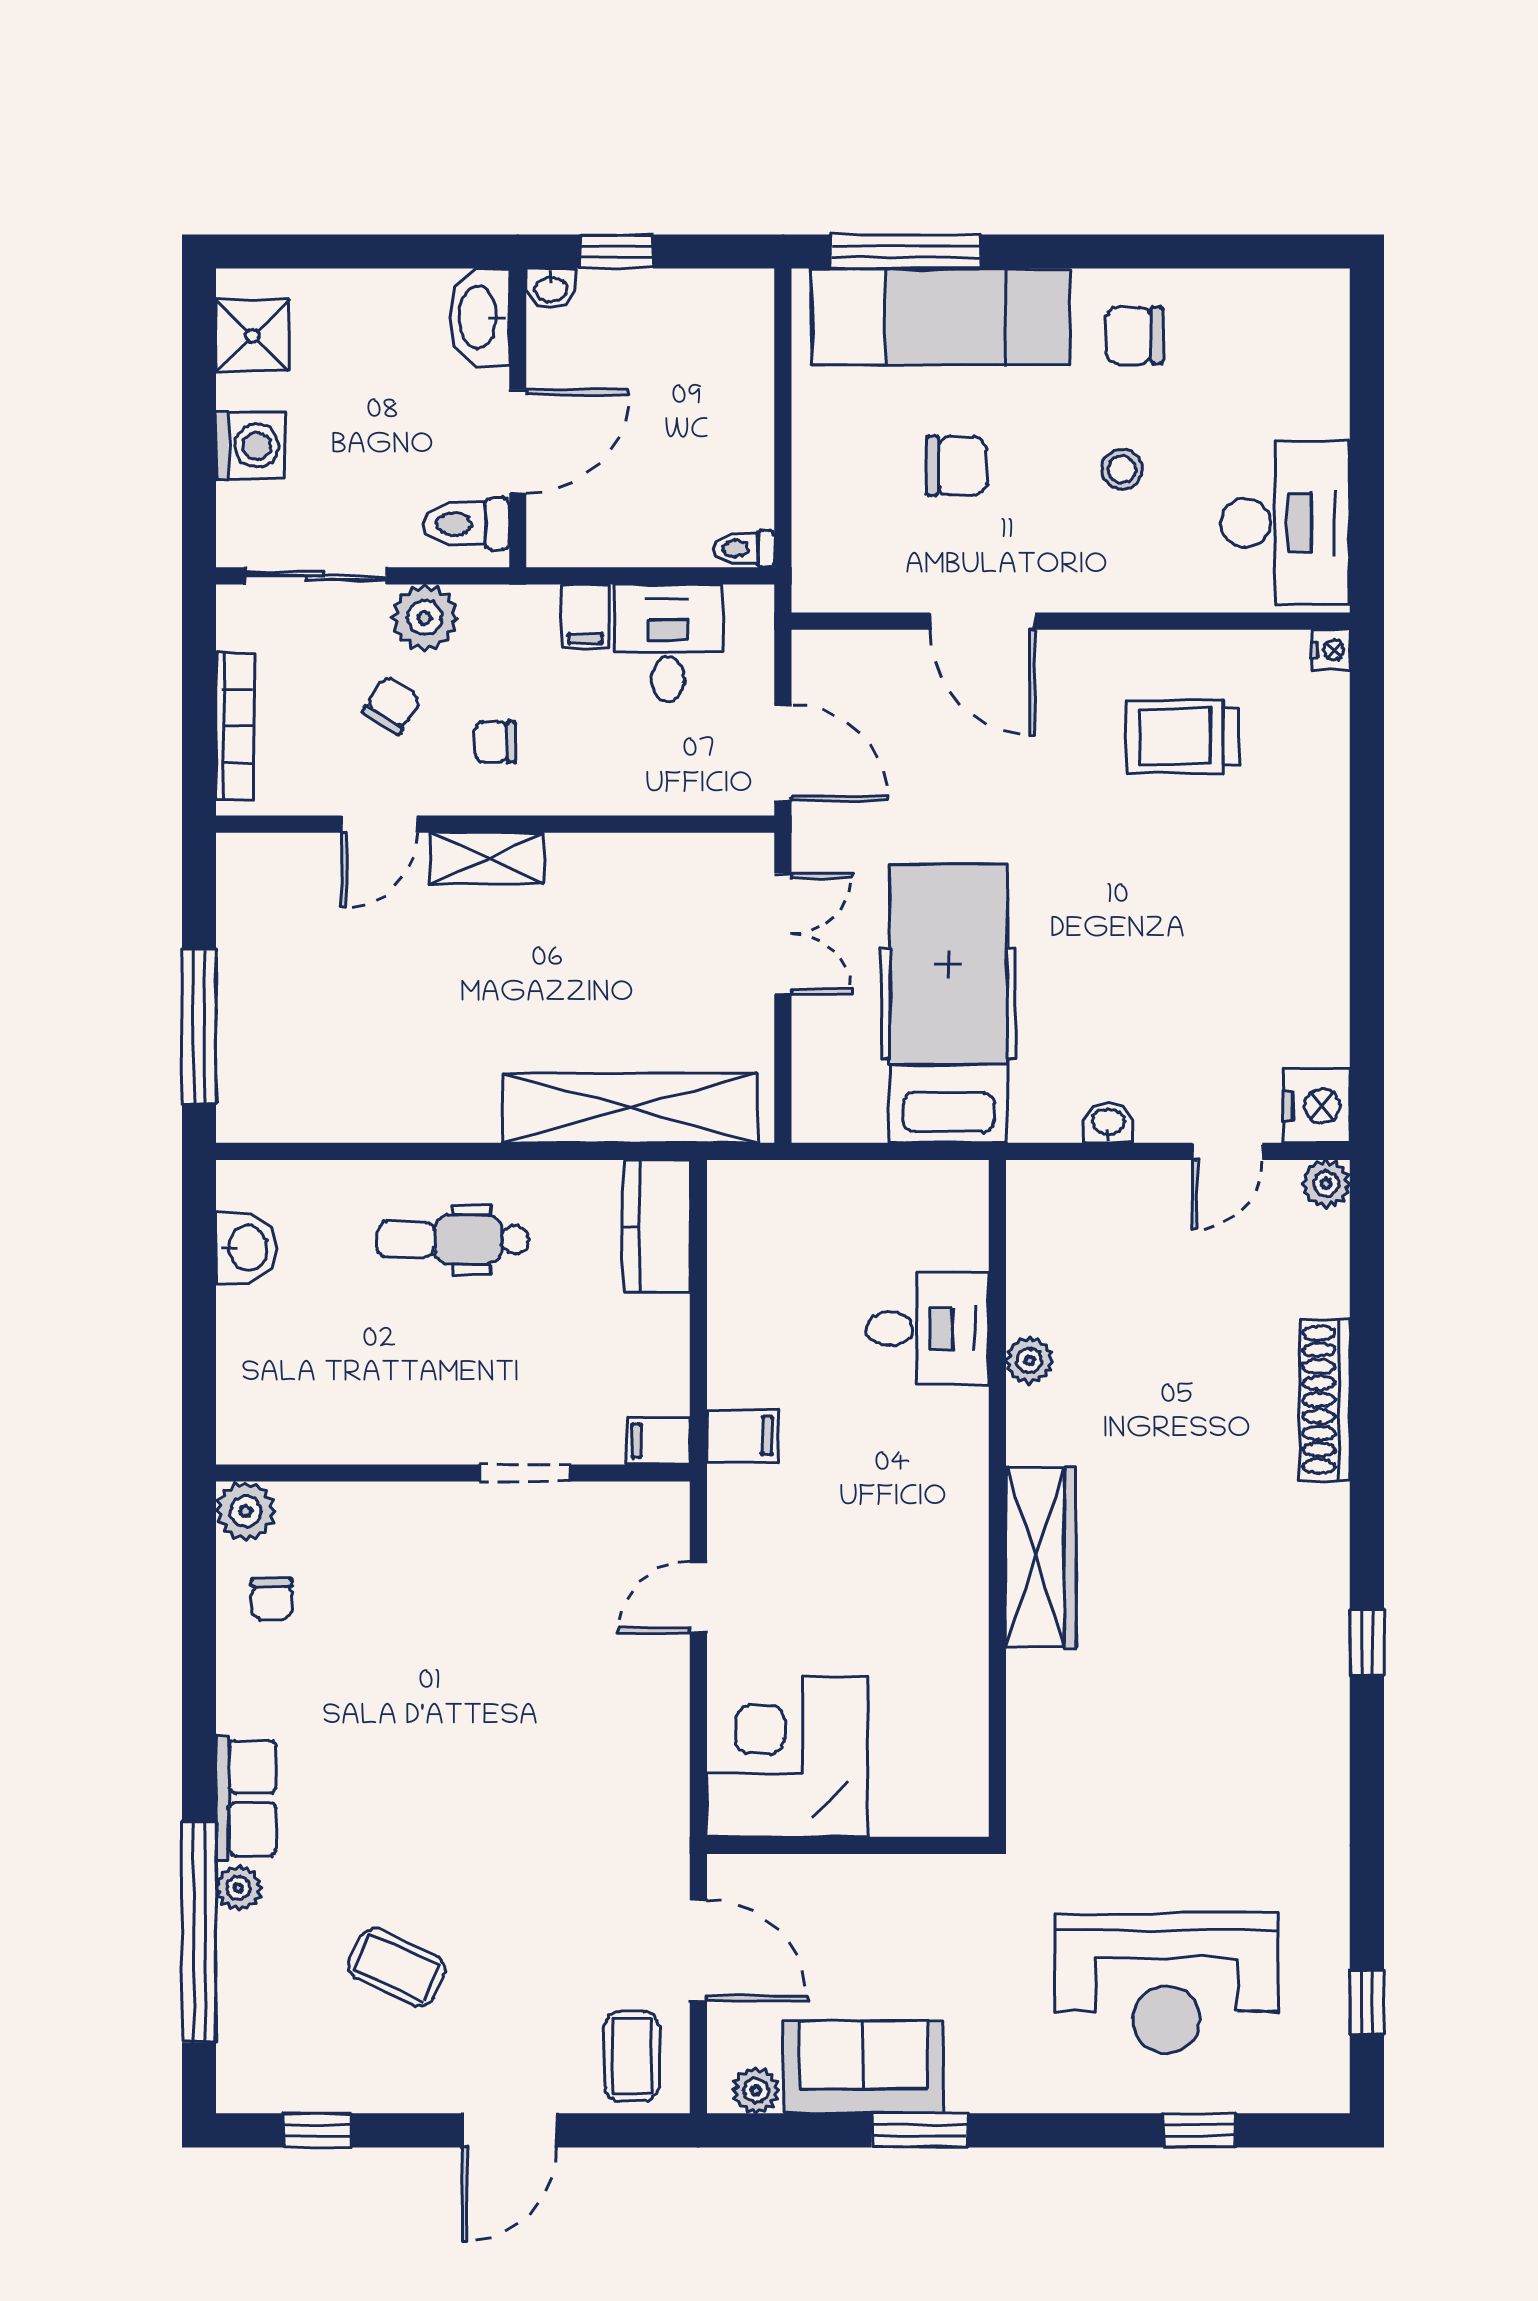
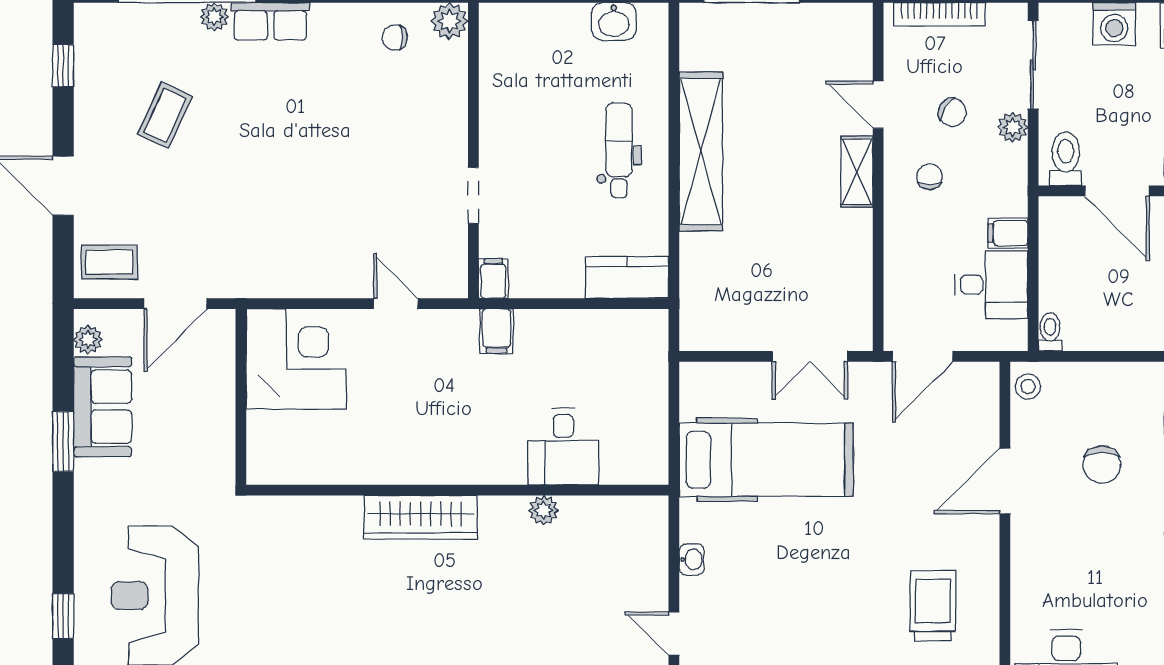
stool: (1122, 469) -> (1028, 386), moved
plant: (425, 618) -> (1013, 127), width x0.73, depth x0.73
shelving: (630, 1108) -> (701, 151), moved

